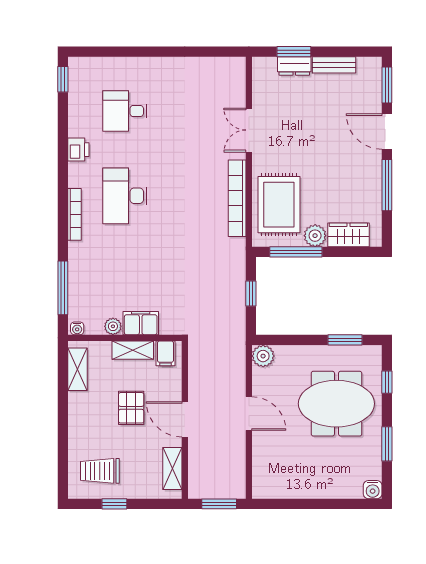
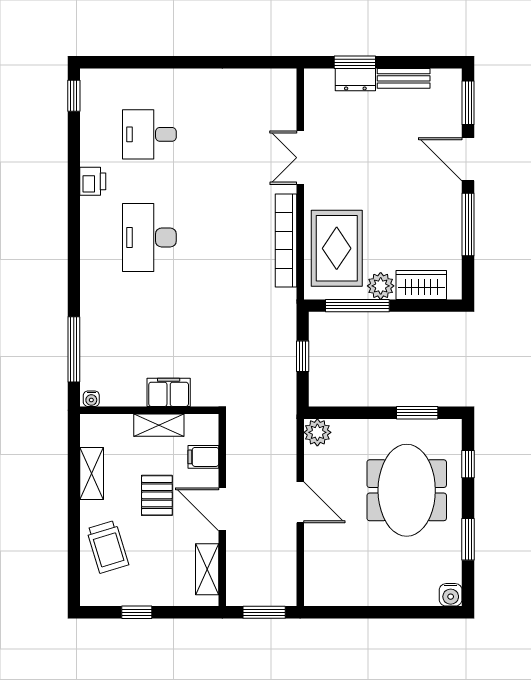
bookcase: (74, 214) -> (88, 260), removed
plant: (113, 326) -> (135, 396), removed
filing cabinet: (165, 353) -> (203, 457), moved, turned 90
shelving: (77, 369) -> (92, 473), moved
meeting table: (336, 404) -> (407, 490), turned 90
trolley: (100, 471) -> (108, 547), moved, turned -107

